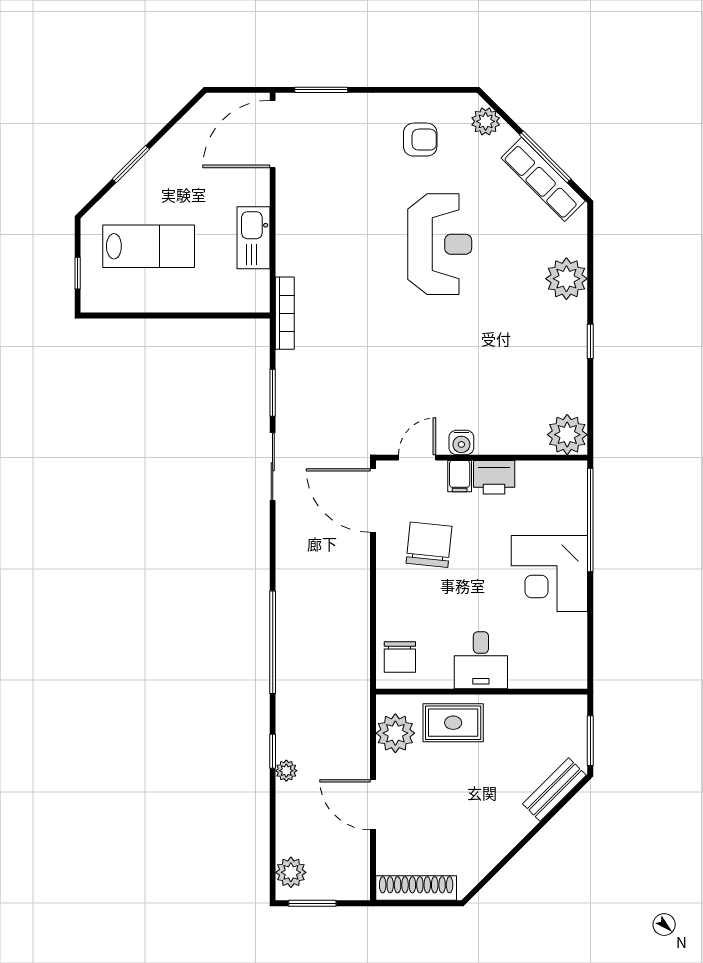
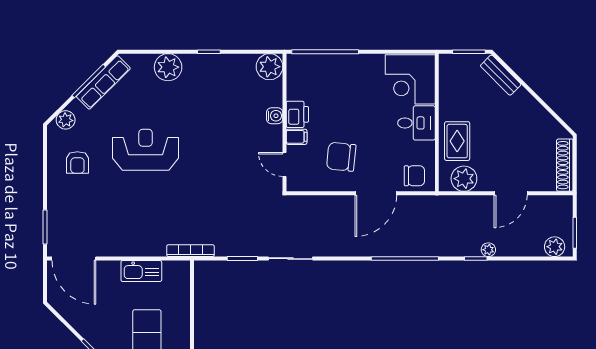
armchair: (420, 140) -> (77, 162), turned 180
water cooler: (461, 442) -> (275, 116), moved
door: (373, 501) -> (376, 193), moved
corner desk: (549, 574) -> (410, 79), moved, turned 90

